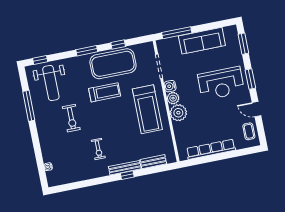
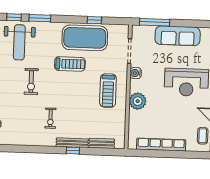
window: (87, 51) -> (40, 18), moved
plant: (173, 98) -> (136, 86), removed
treadmill: (147, 109) -> (108, 91), width x0.73, depth x0.73

